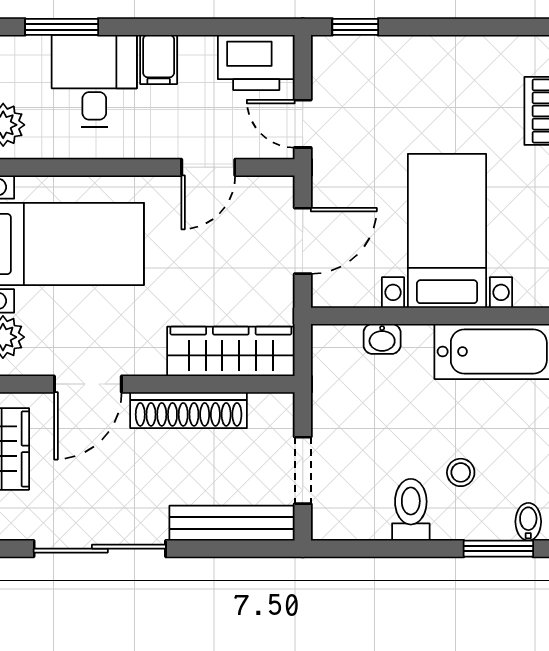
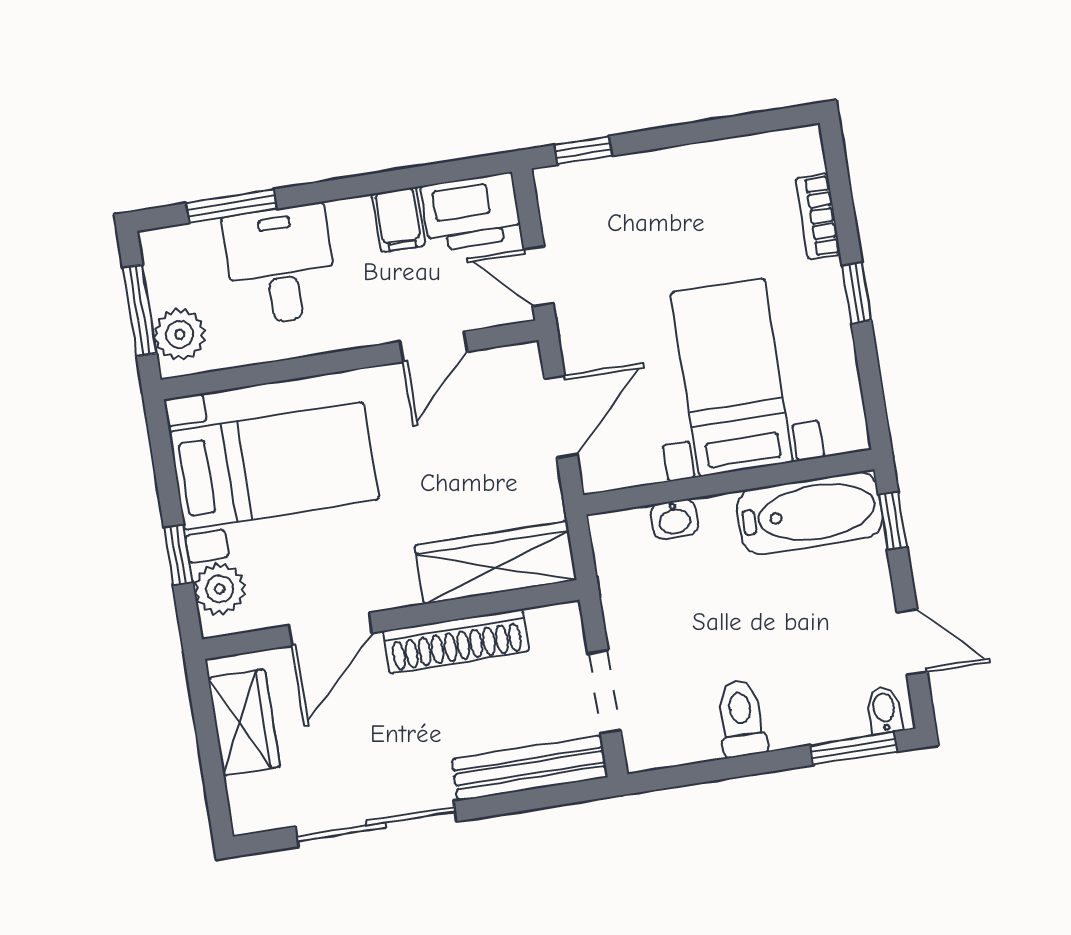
filing cabinet: (159, 60) -> (399, 220), moved
stool: (461, 472) -> (794, 664), removed

